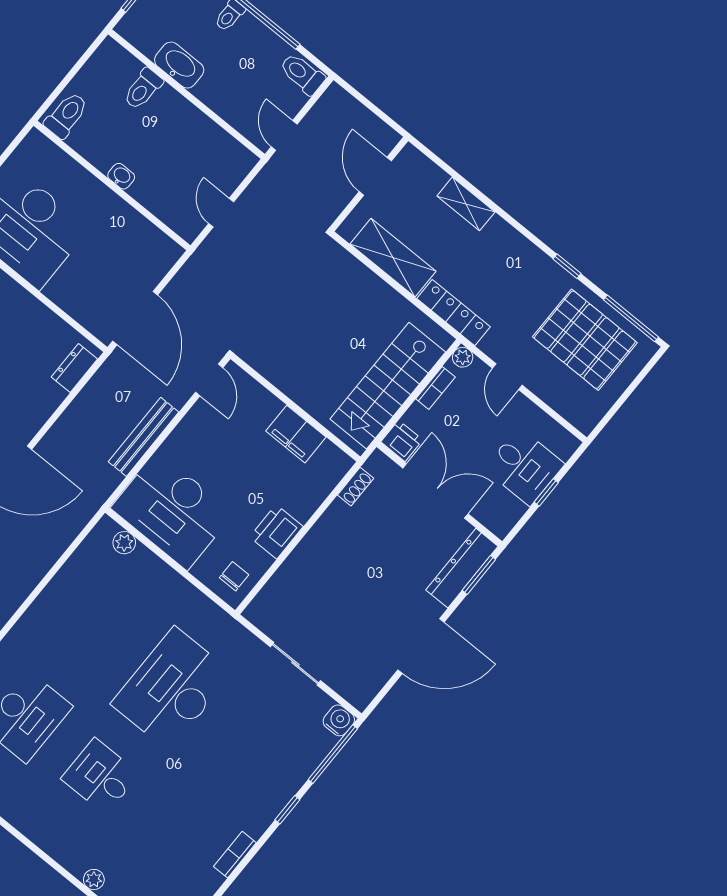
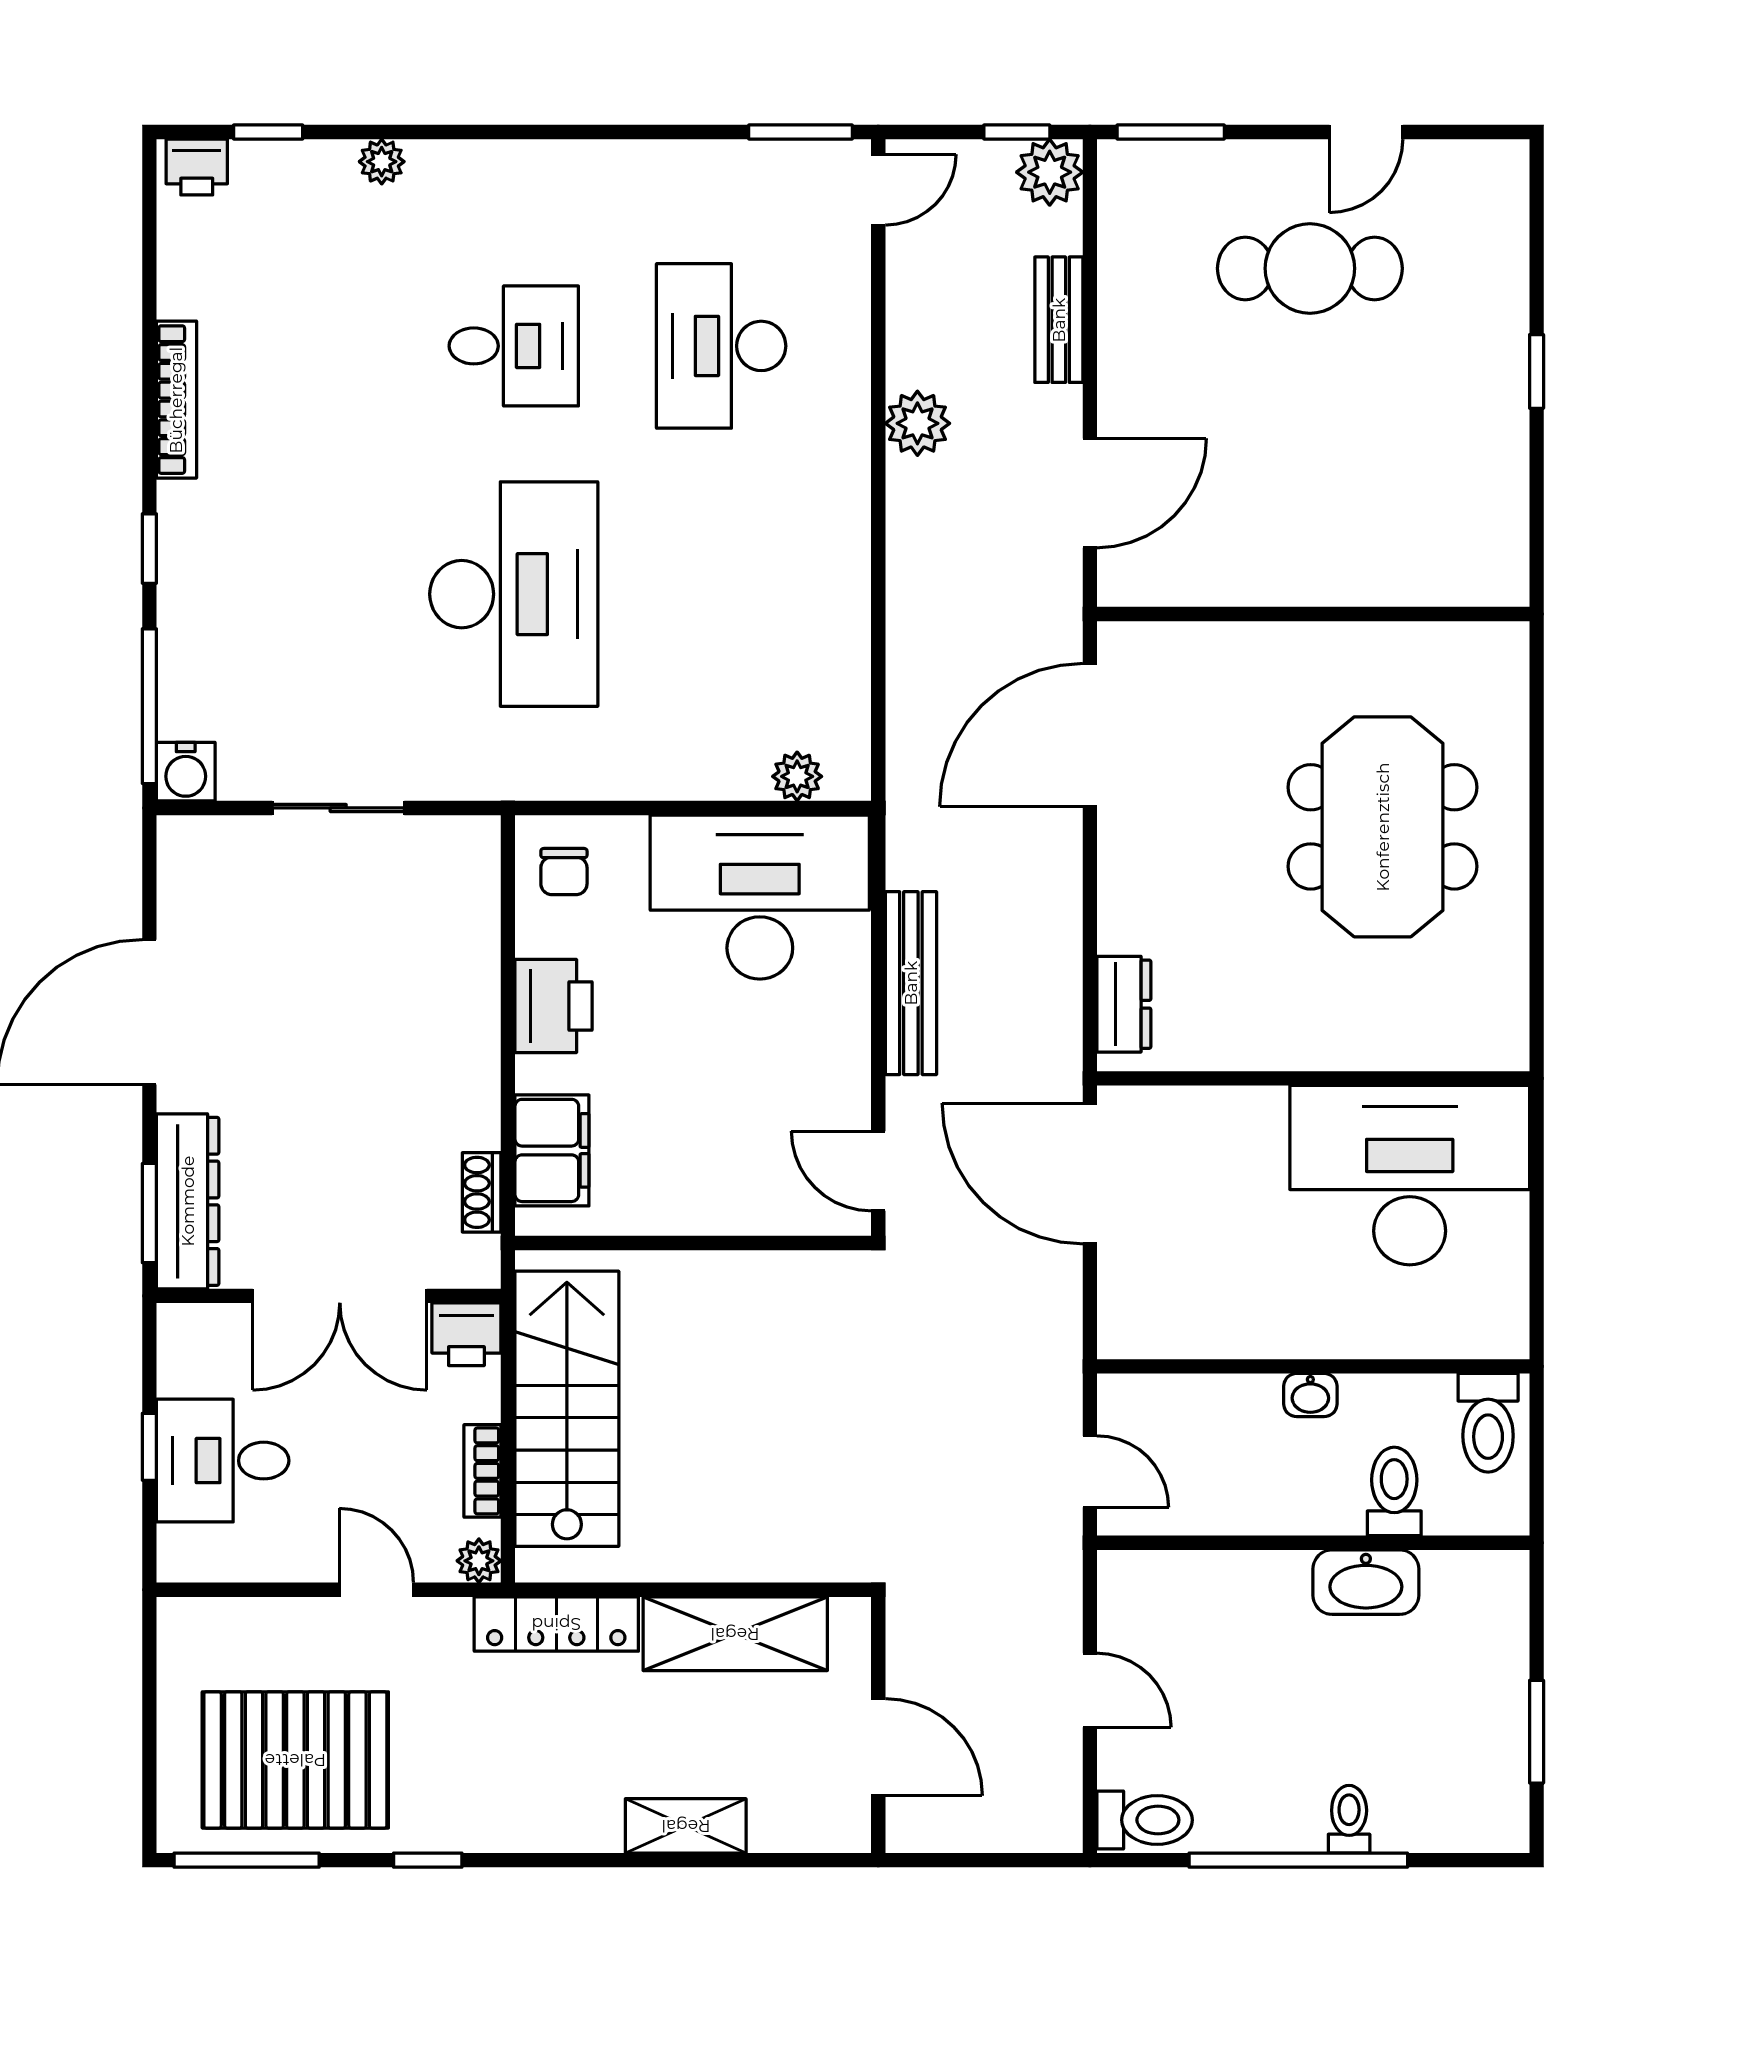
washbasin: (179, 65) -> (1366, 1582), moved
toilet: (143, 89) -> (1394, 1491), moved
wall: (186, 94) -> (1313, 1543), moved
filing cabinet: (296, 434) -> (552, 1150), moved, turned 90
bookcase: (235, 855) -> (176, 400), width x1.56

